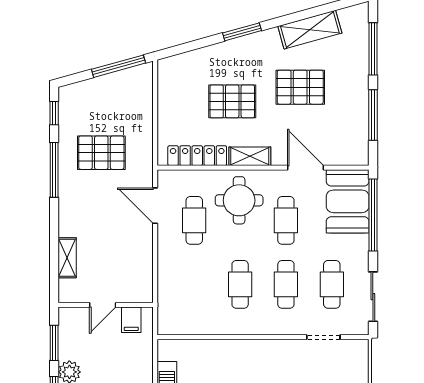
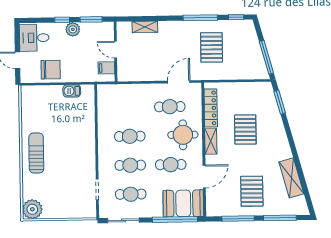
window: (242, 32) -> (280, 102), moved
pallet: (300, 87) -> (252, 191), moved

